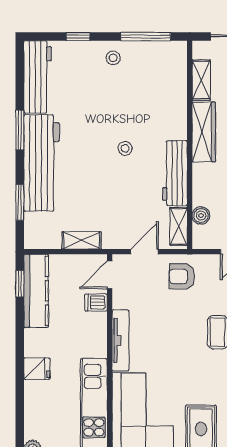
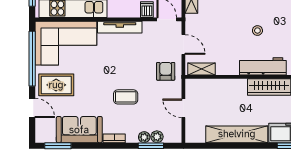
workbench: (175, 173) -> (263, 66), moved
boiler: (201, 216) -> (209, 85), removed

